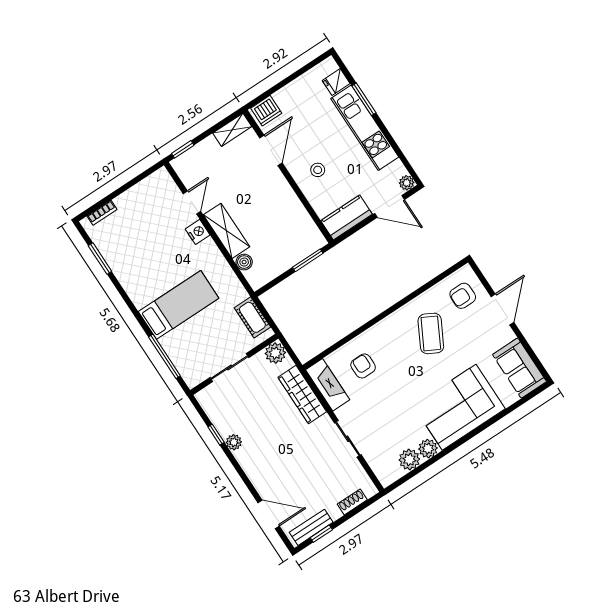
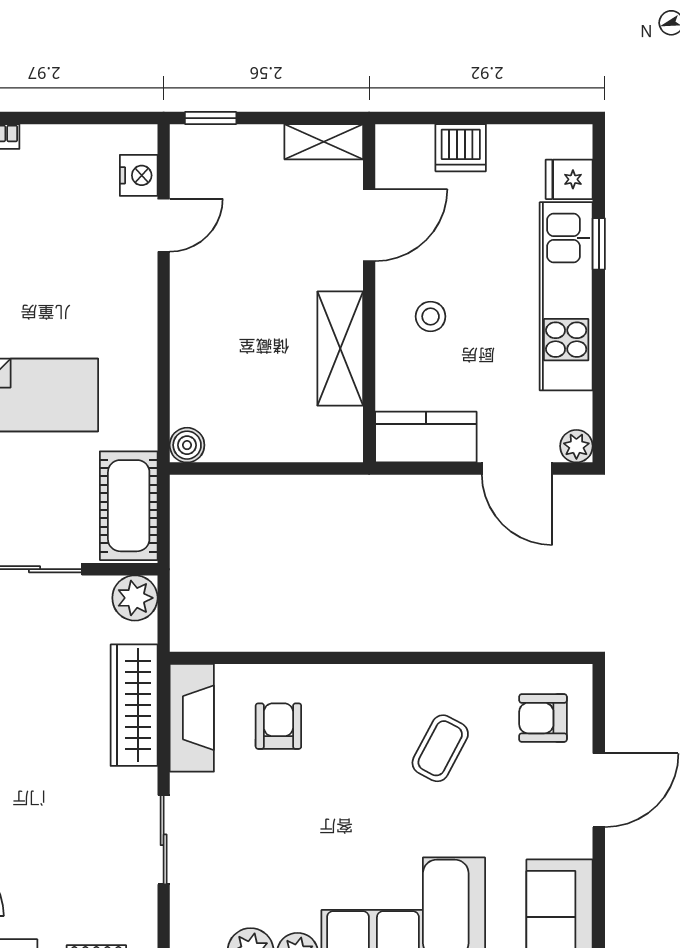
window: (364, 99) -> (599, 244), width x0.67
dishwasher: (266, 111) -> (461, 148), moved
shelving: (227, 231) -> (340, 349), moved
nightstand: (198, 232) -> (139, 175), moved
window: (308, 260) -> (305, 469), removed
boiler: (244, 262) -> (187, 445), moved
cot: (252, 317) -> (129, 506), width x1.37, depth x1.34
coffee table: (431, 333) -> (440, 748), width x0.73, depth x0.77

